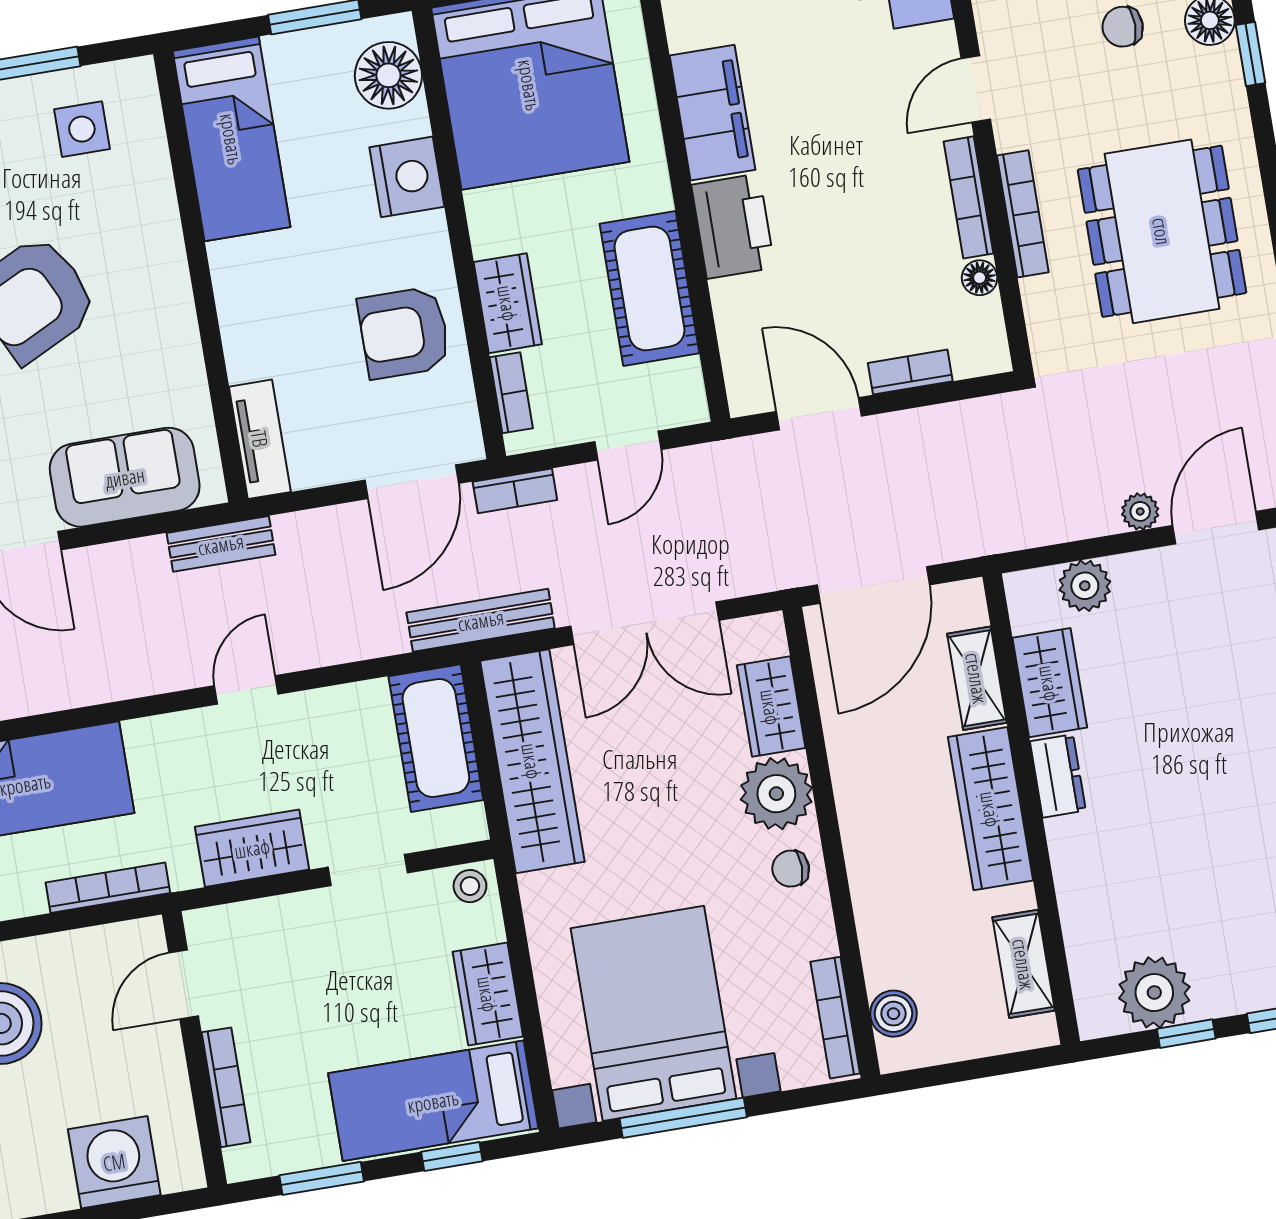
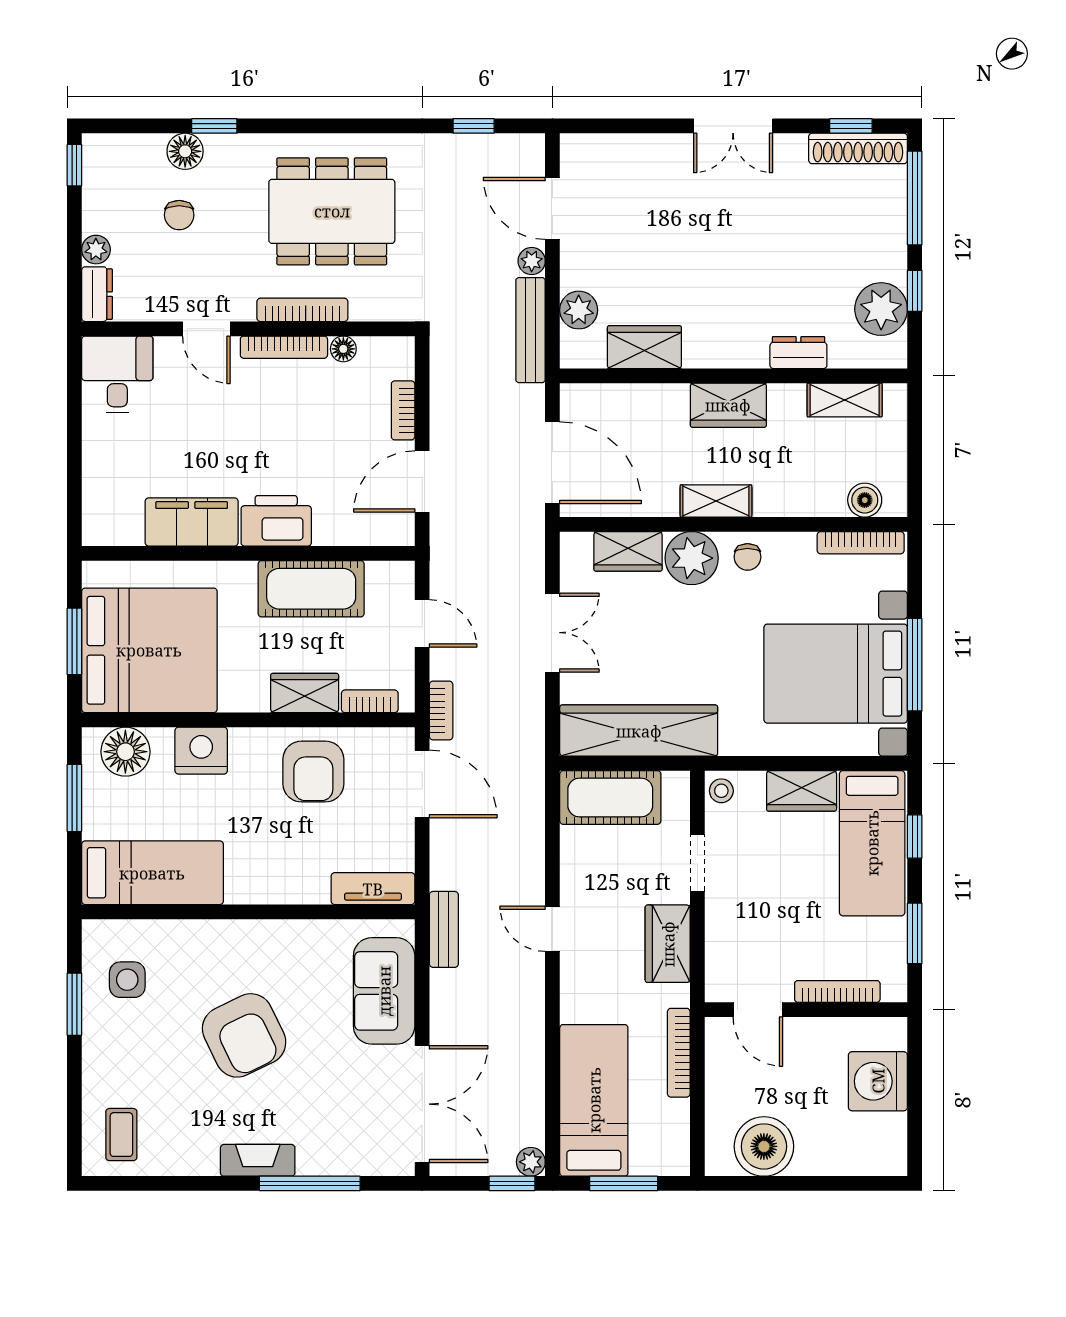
bench: (481, 620) -> (531, 330), moved
double door: (645, 623) -> (552, 633), width x0.73
shelving: (977, 678) -> (716, 501), moved
dresser: (1058, 776) -> (798, 353), moved
wardrobe: (991, 809) -> (728, 405), width x0.67

